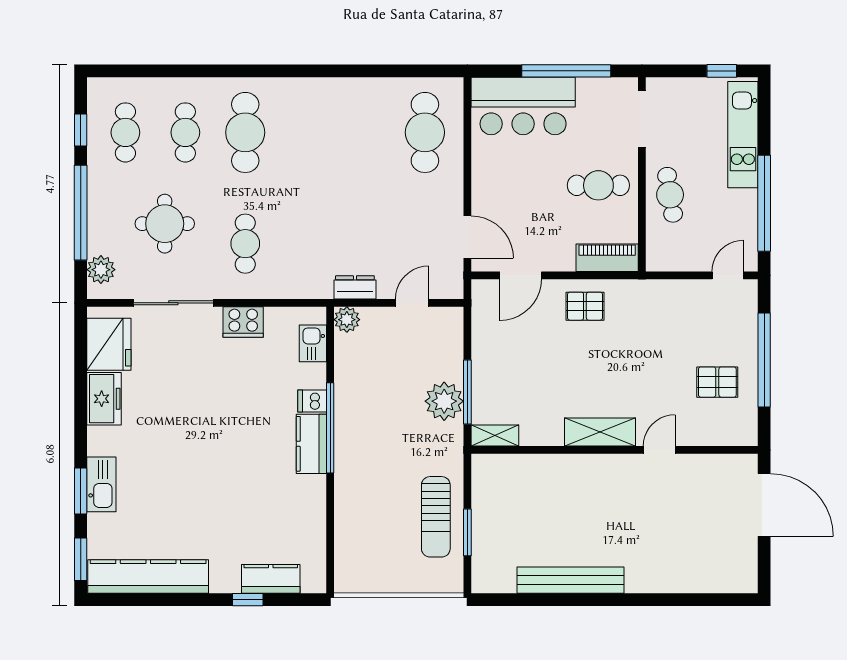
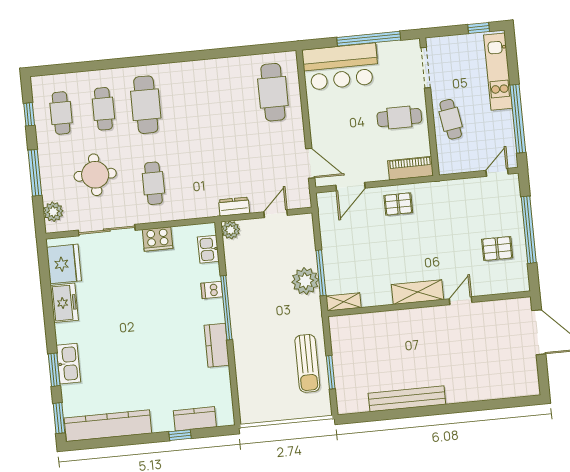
window: (81, 213) -> (35, 173), width x0.68
kitchen counter: (311, 444) -> (217, 345), moved

